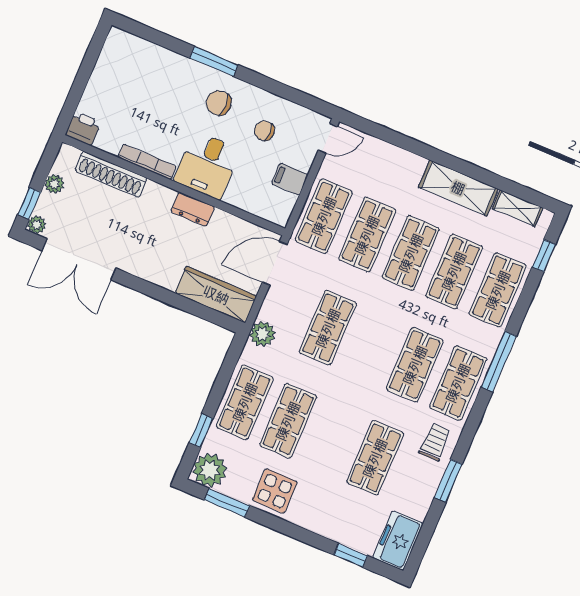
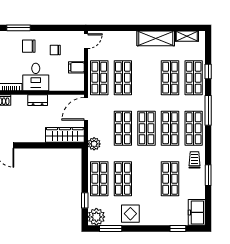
shop shelf: (411, 253) -> (146, 128), moved
window: (544, 256) -> (208, 72), moved

